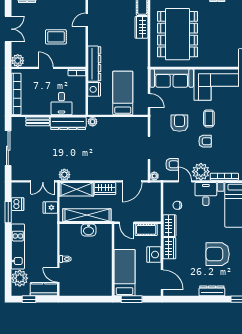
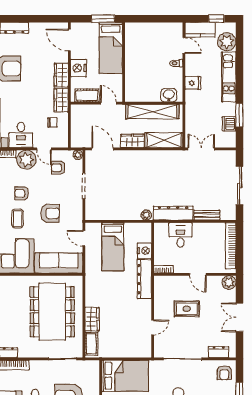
armchair: (179, 123) -> (50, 213), turned -90
plant: (64, 175) -> (177, 156), removed
door: (132, 181) -> (102, 149), hinge flipped
fridge: (50, 208) -> (193, 83), moved
washbasin: (89, 230) -> (169, 95), moved

